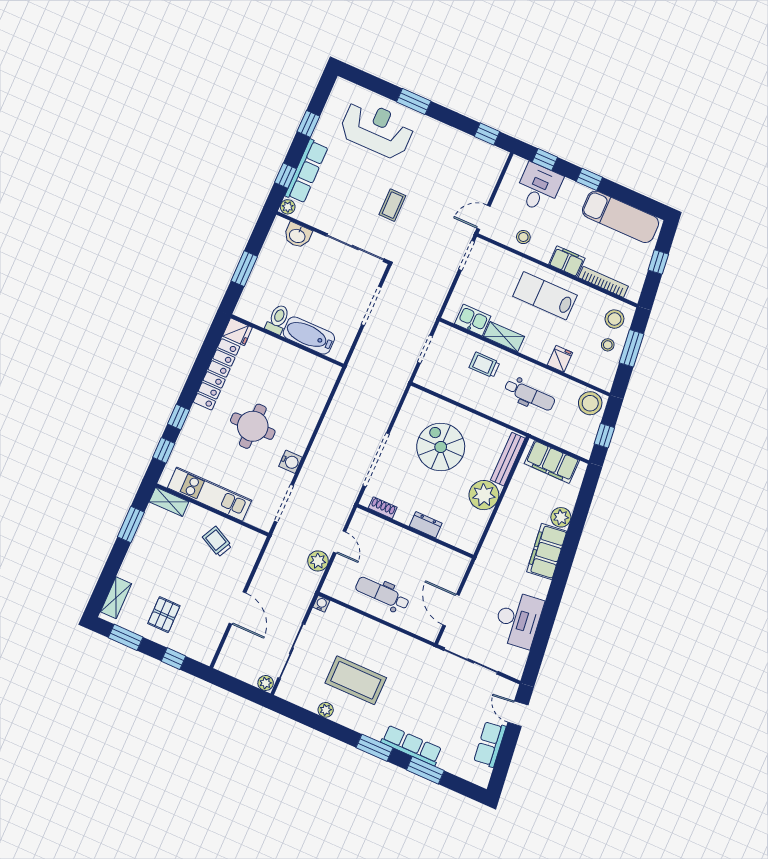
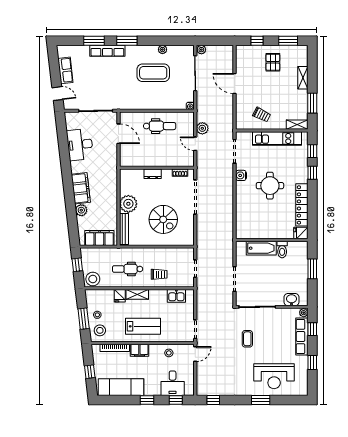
shelving: (504, 337) -> (137, 294), moved
shelving: (116, 598) -> (303, 78), moved

